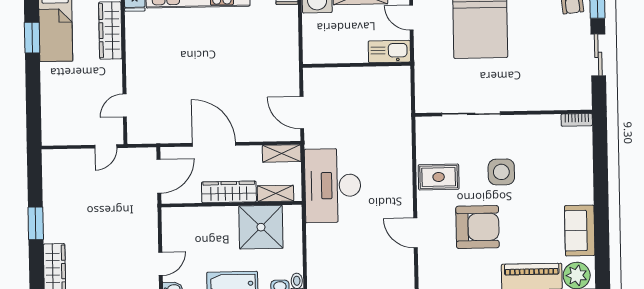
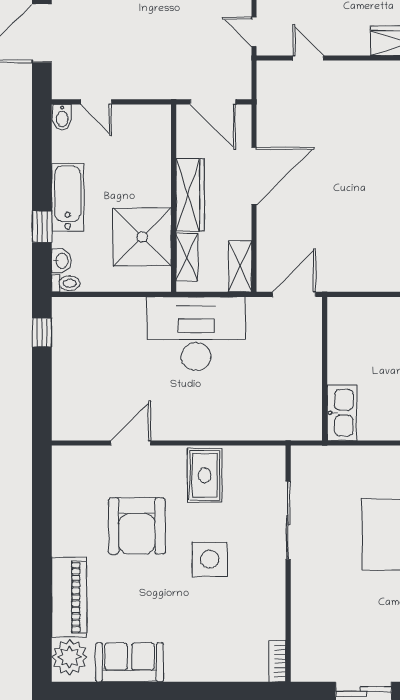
kitchen sink: (389, 51) -> (342, 413), moved
wall: (357, 65) -> (325, 369), moved

